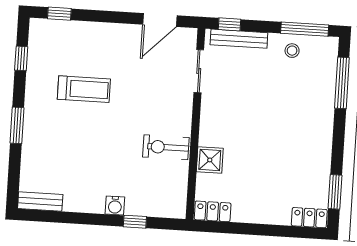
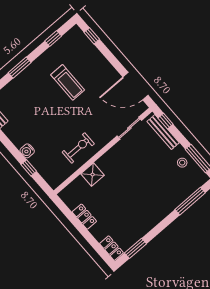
door: (160, 20) -> (135, 86), width x1.36
exercise bike: (166, 147) -> (78, 148), turned 90
locker: (213, 211) -> (84, 217), moved

